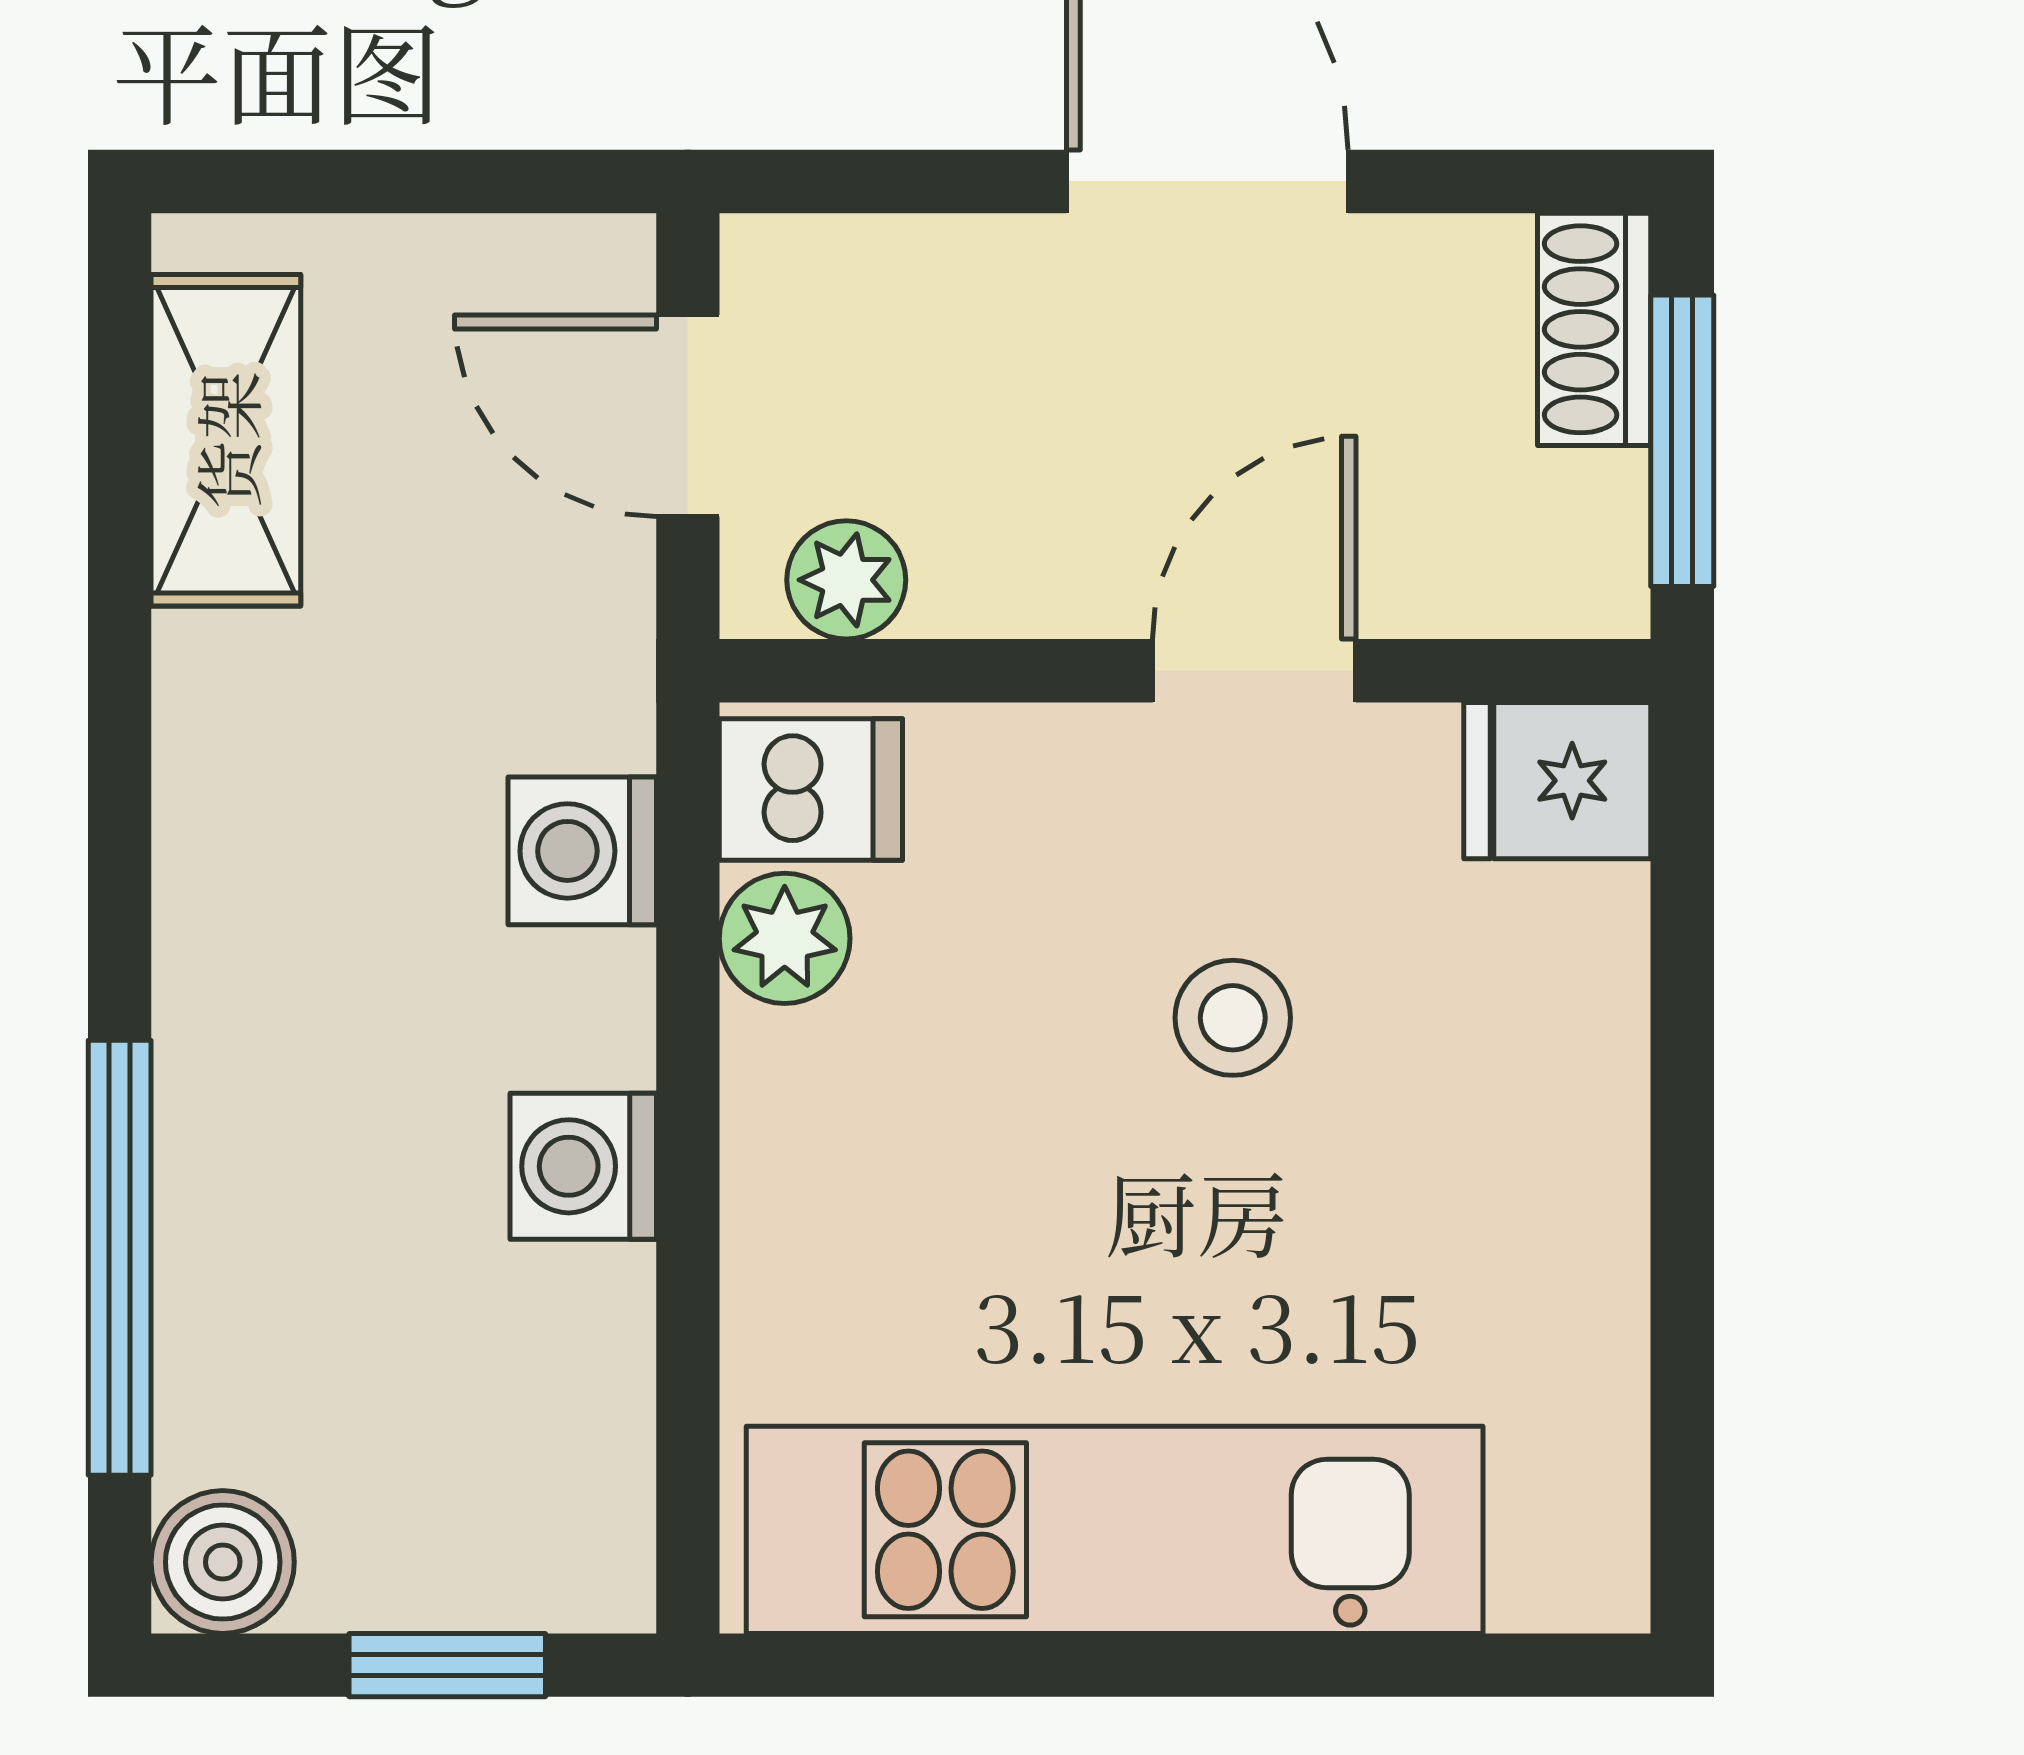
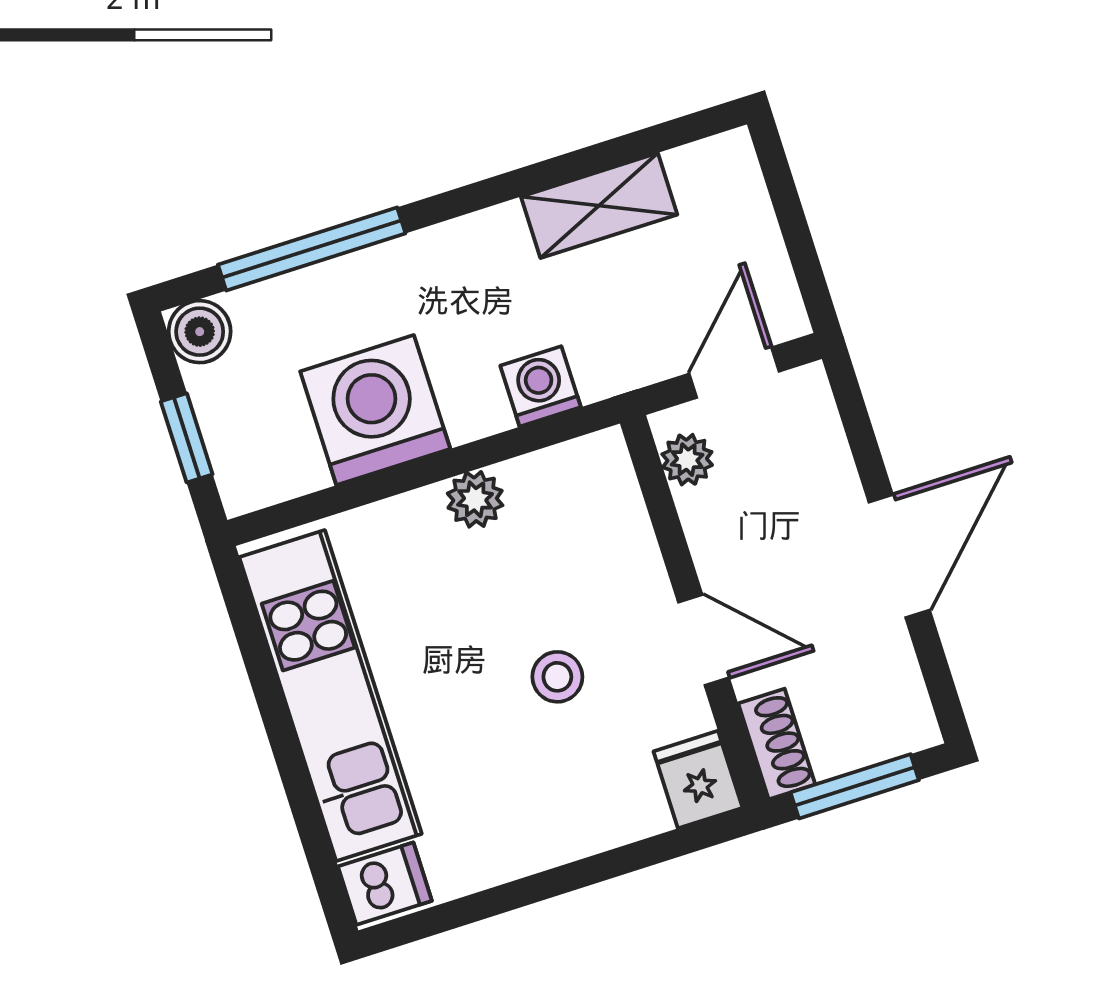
shoe rack: (1594, 329) -> (777, 744), moved, turned 90
shelving: (226, 440) -> (599, 206), moved
dishwasher: (811, 790) -> (385, 884), moved, turned -90
plant: (785, 938) -> (475, 499), moved
washing machine: (583, 1166) -> (375, 410), width x1.89, depth x1.89

